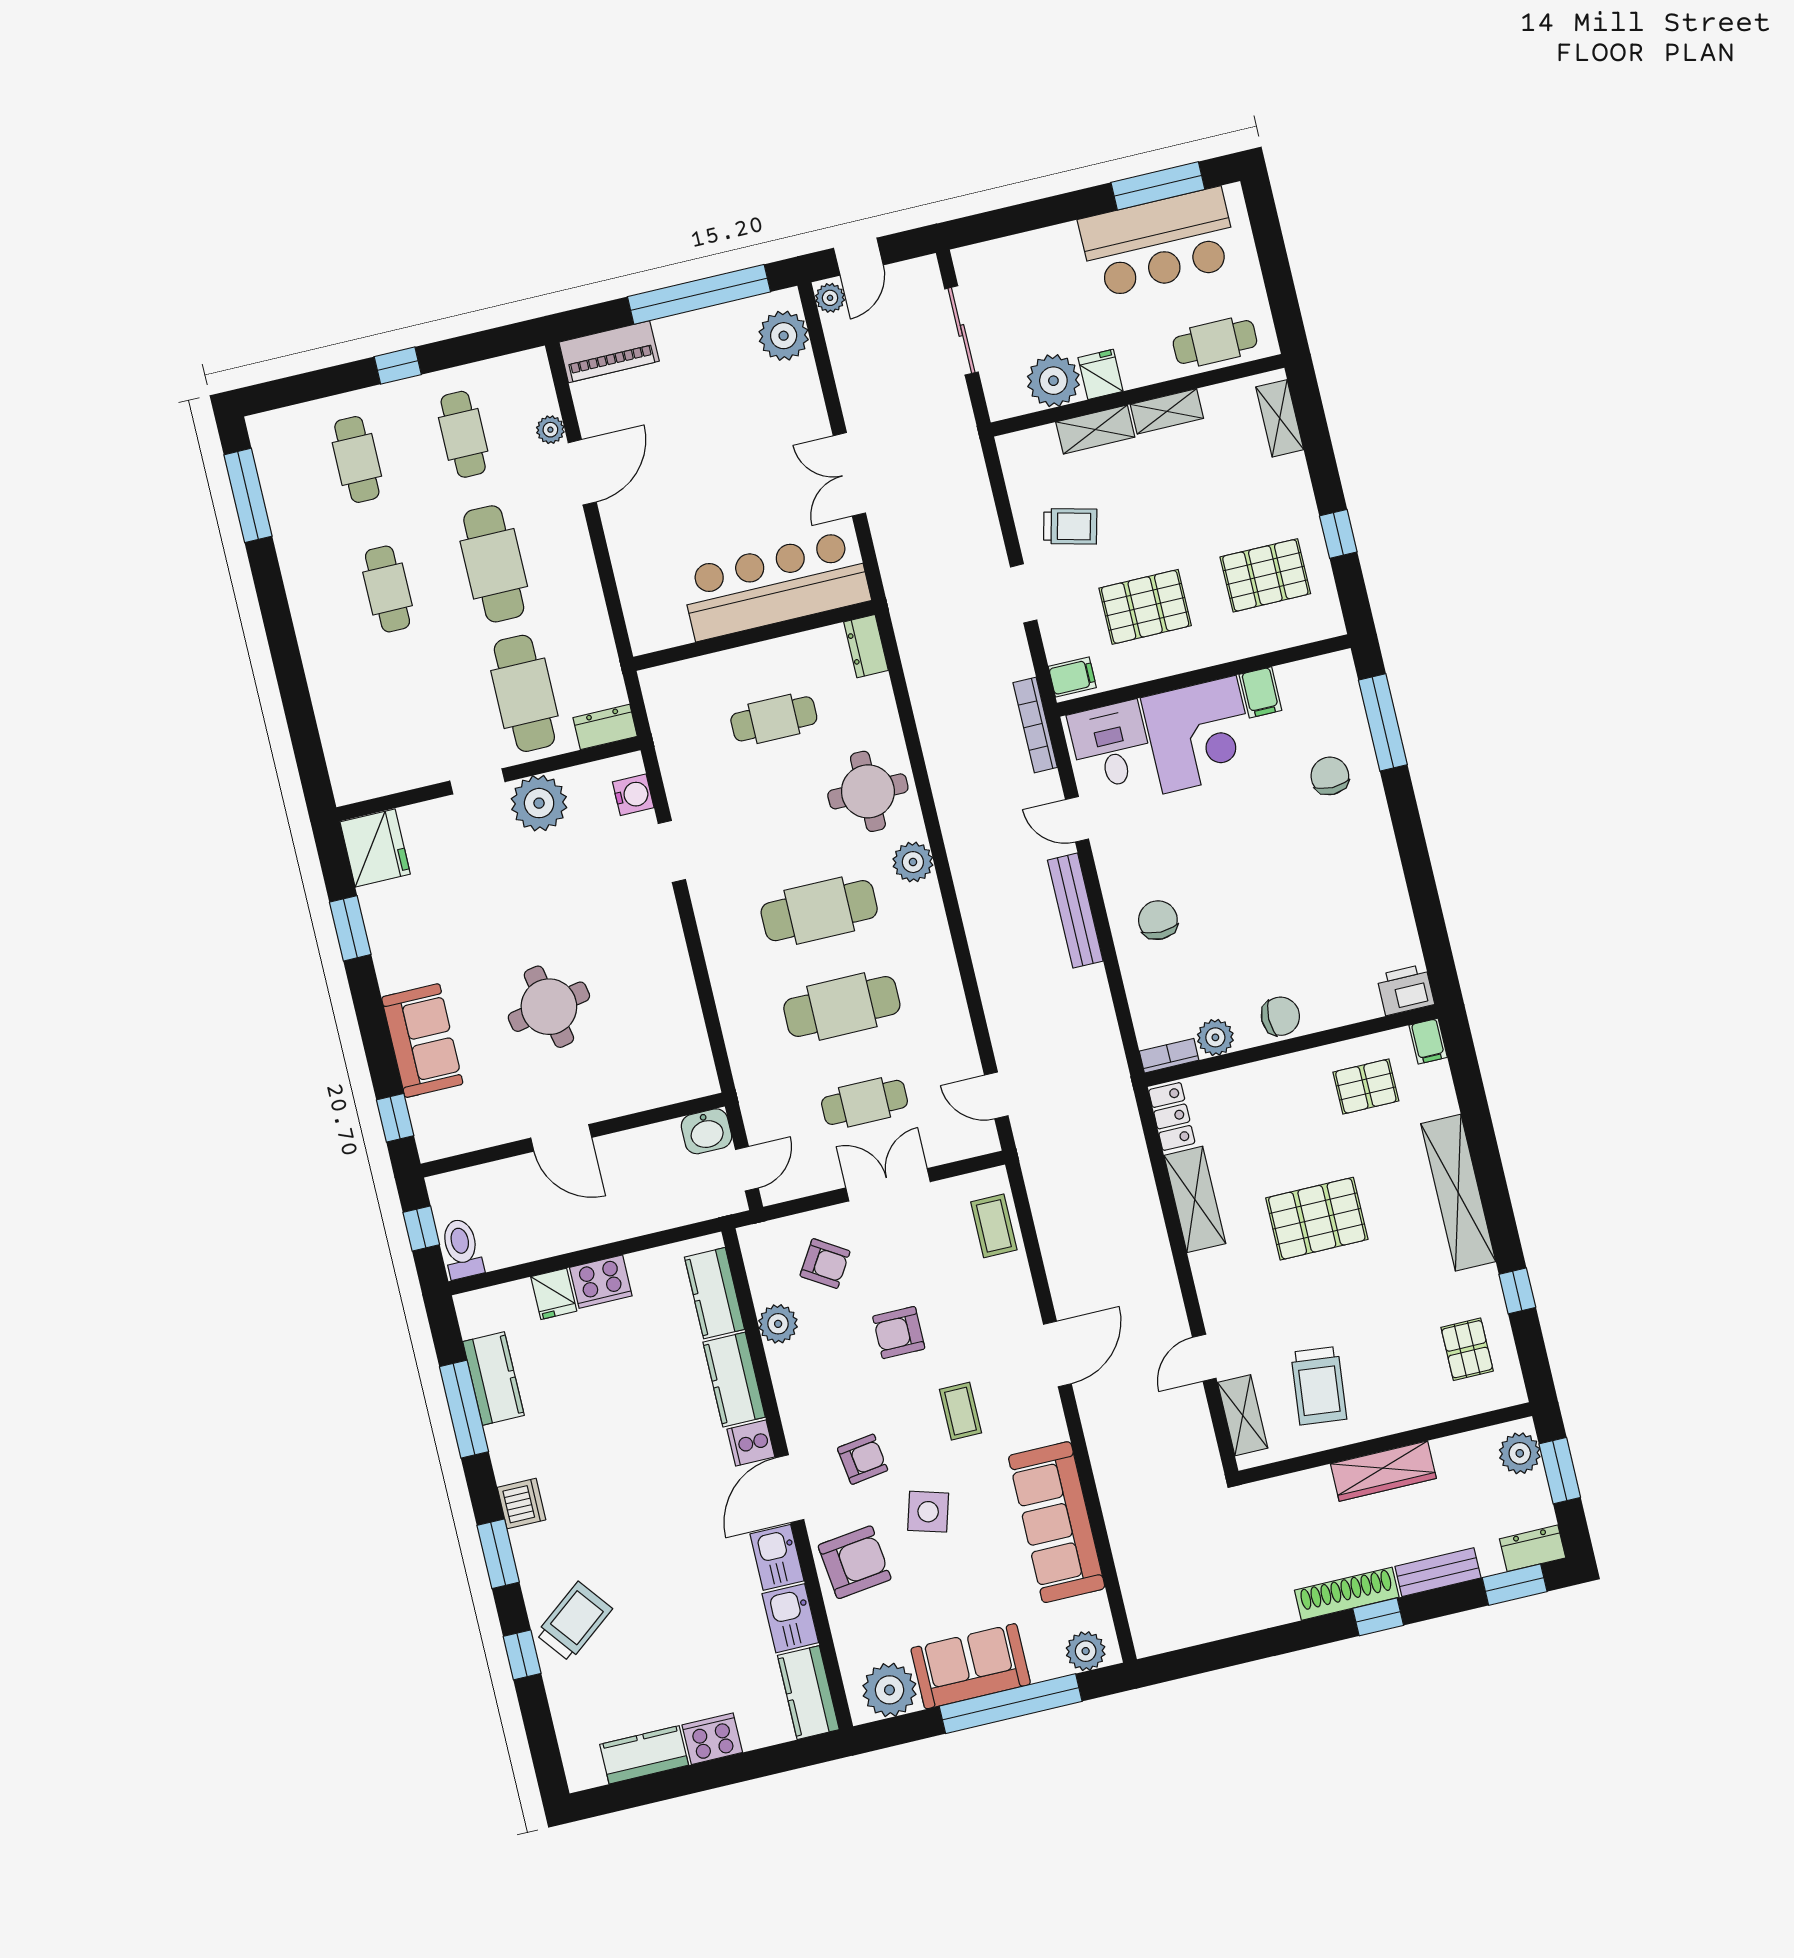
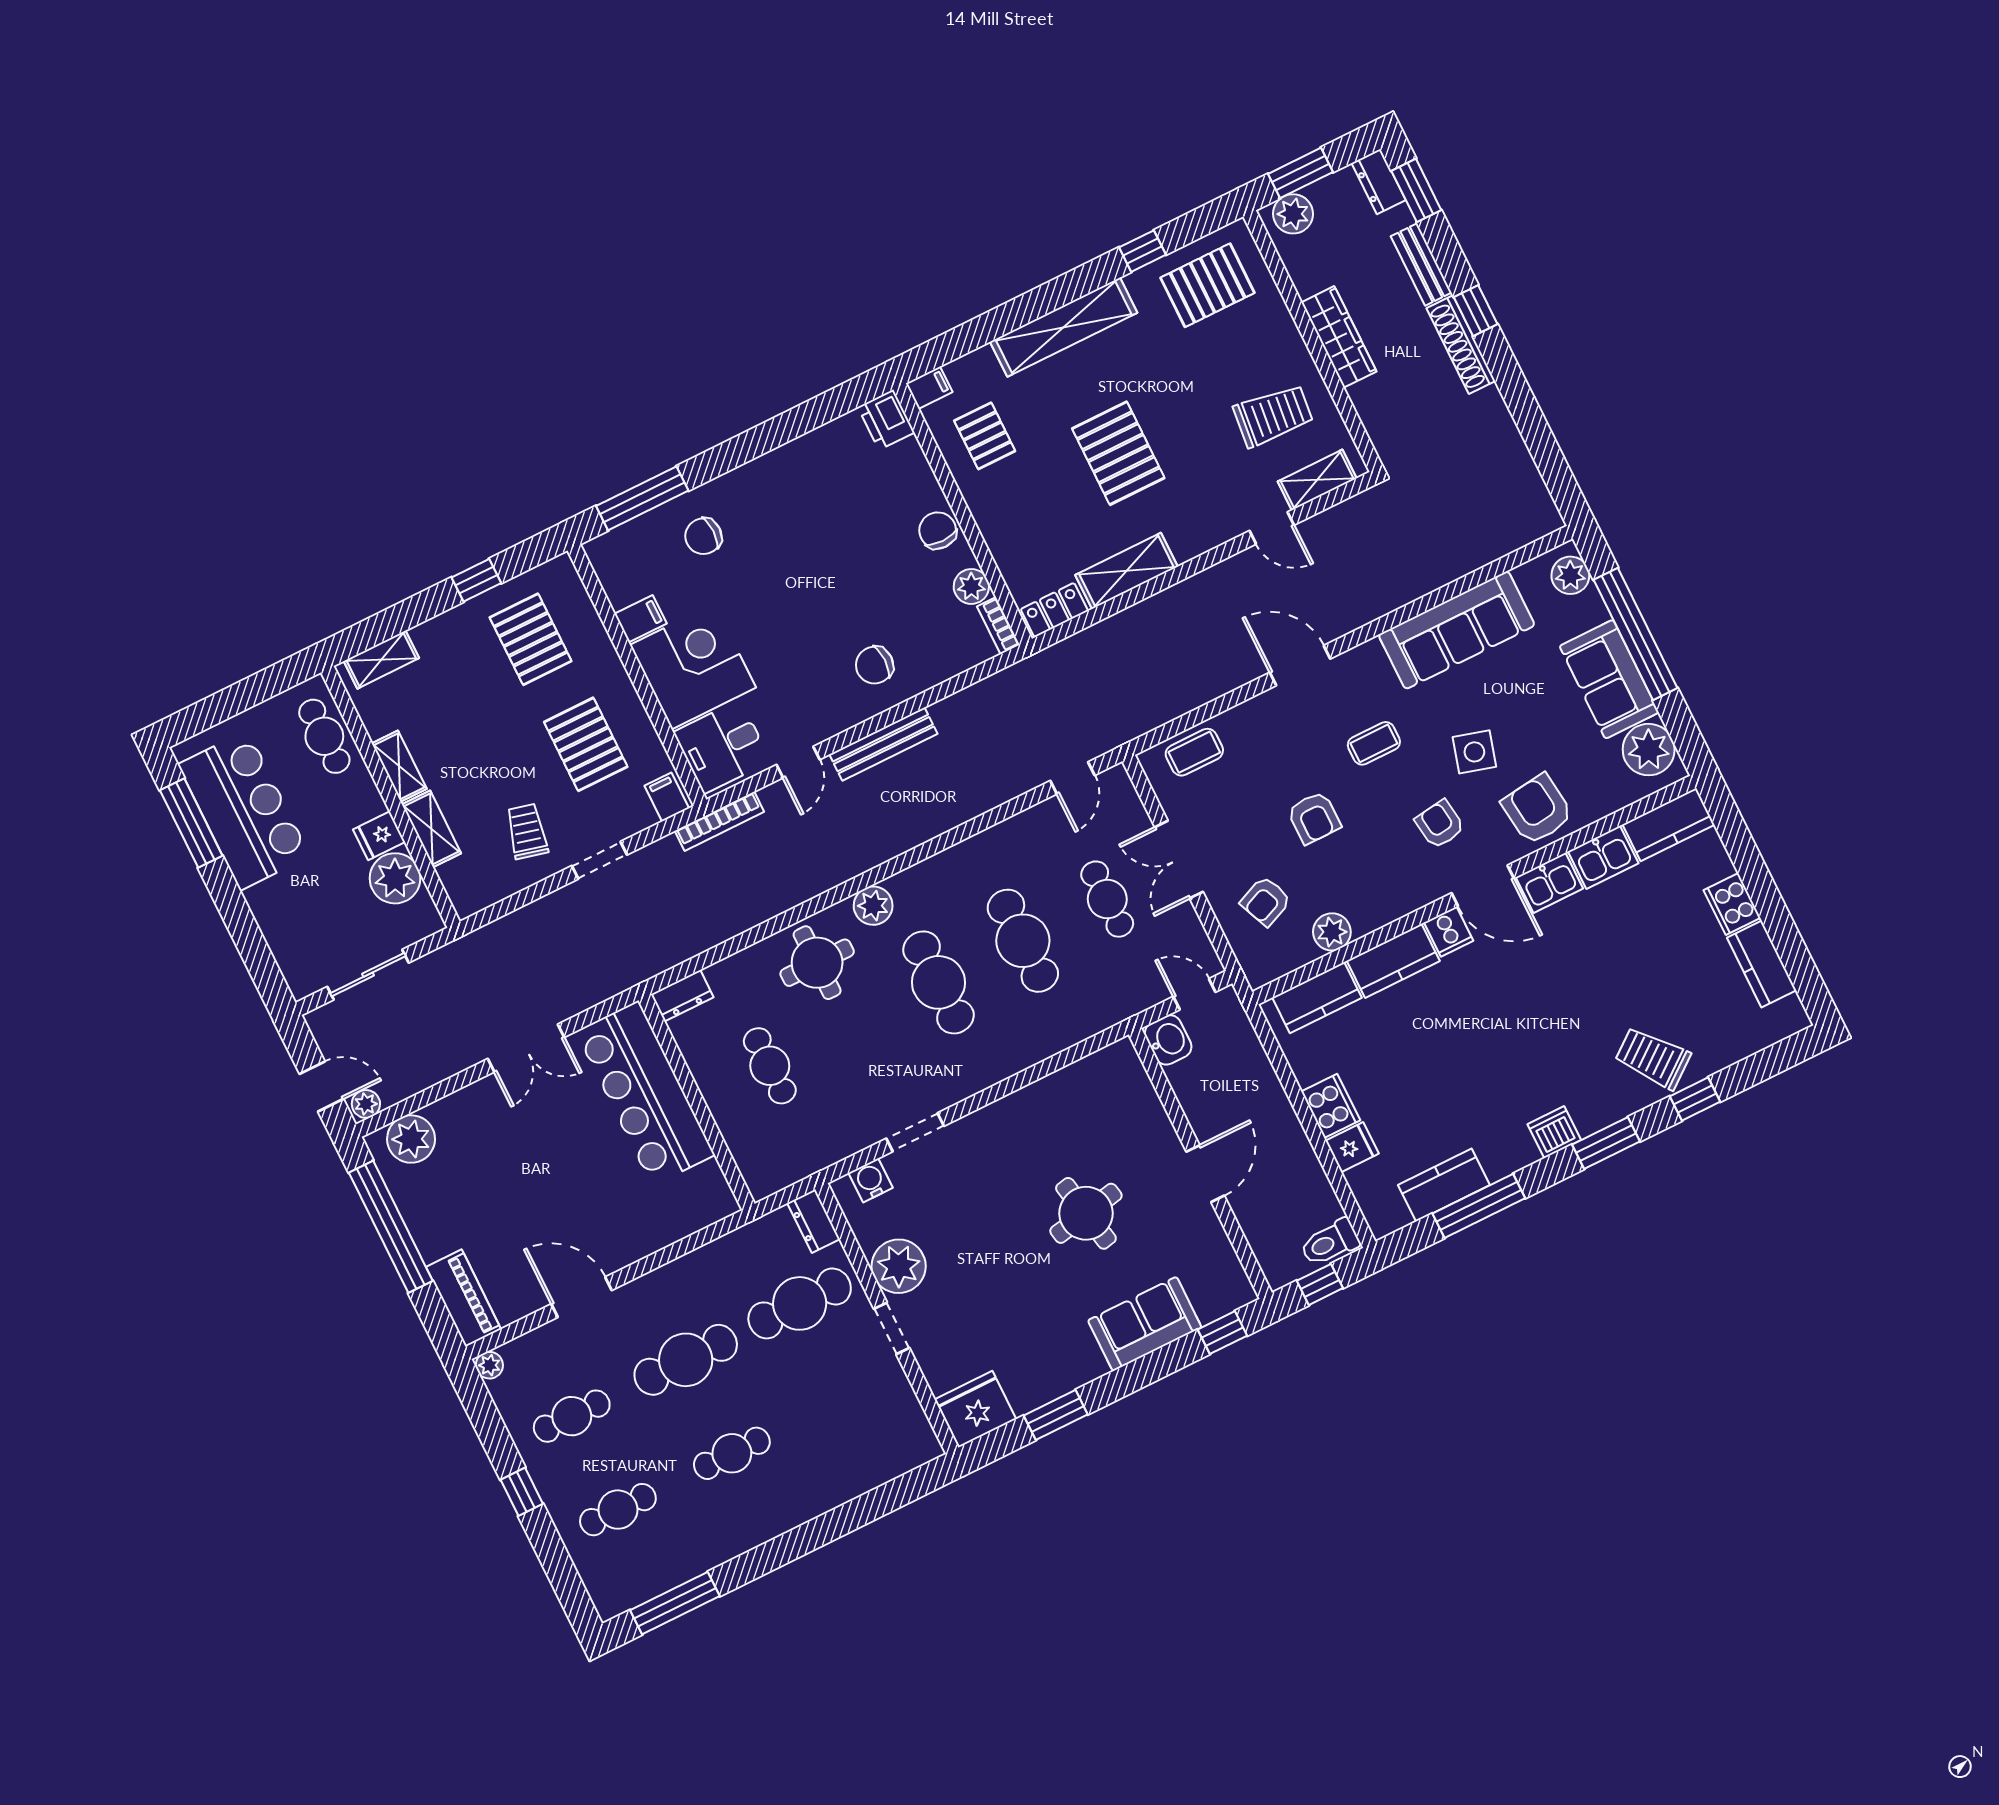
plant: (550, 430) -> (489, 1365), moved
armchair: (825, 1264) -> (1266, 901), turned -145
pallet: (1467, 1349) -> (1207, 285), width x1.50, depth x1.42

